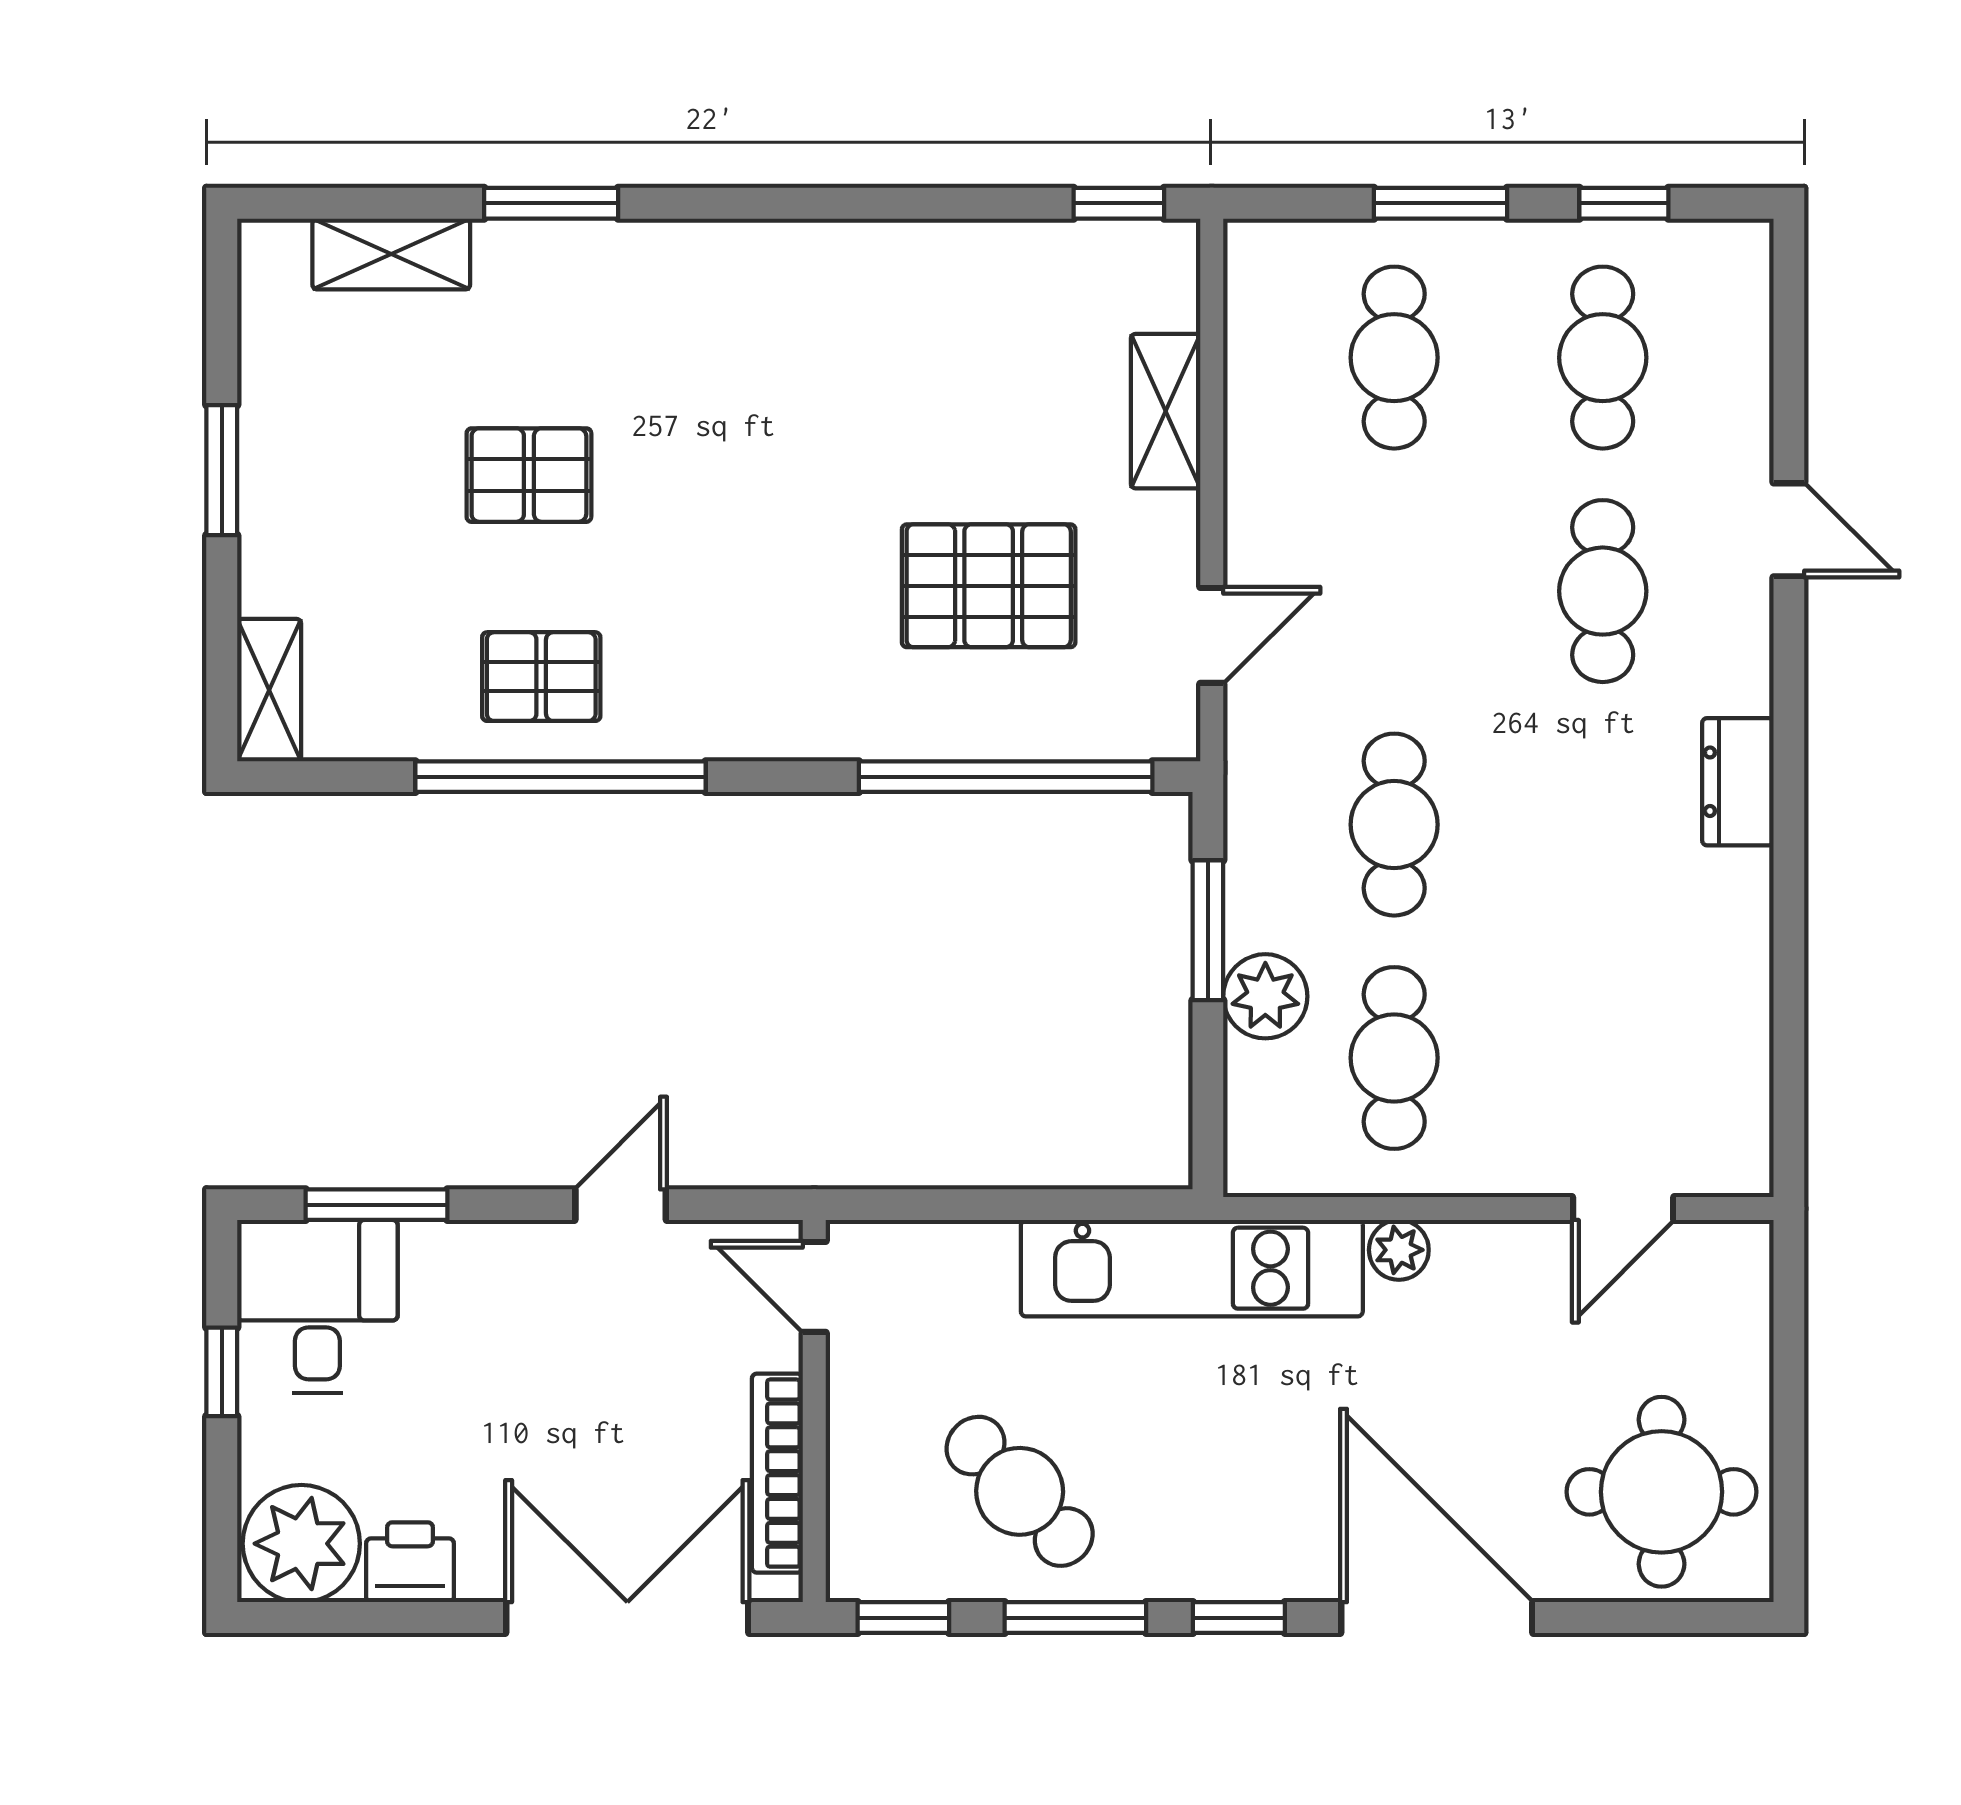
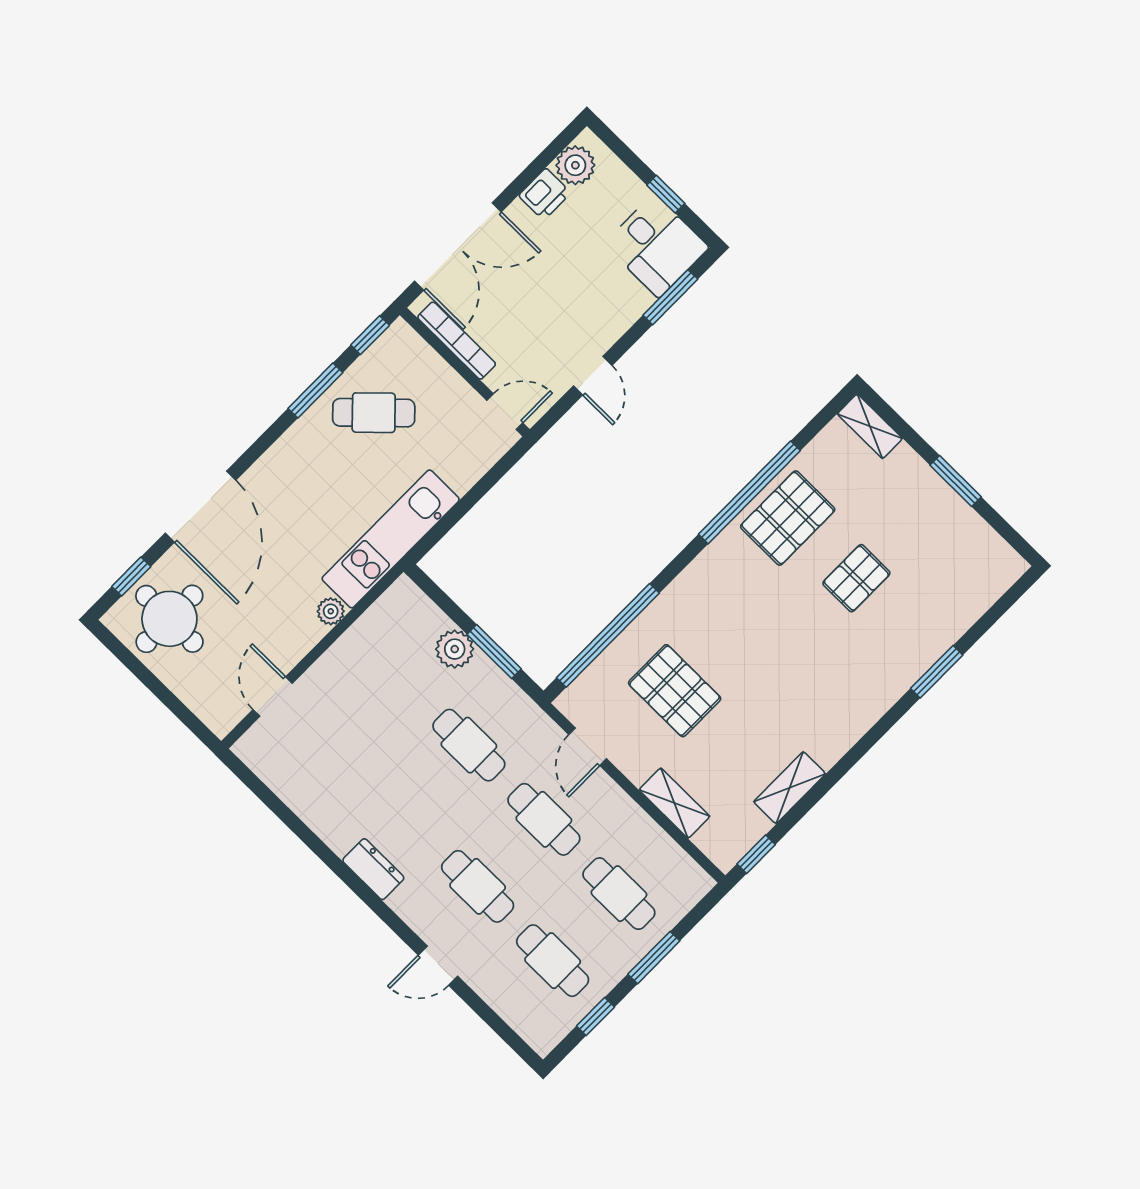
shelving: (391, 254) -> (790, 788), moved
pallet: (989, 586) -> (675, 691), turned 90
pallet: (541, 677) -> (788, 518), width x1.50, depth x1.42
cafe table: (1394, 1058) -> (544, 819), moved
plant: (301, 1544) -> (575, 165), width x0.73, depth x0.73
window: (1239, 1618) -> (131, 577), moved
door: (1437, 1618) -> (200, 507), hinge flipped

